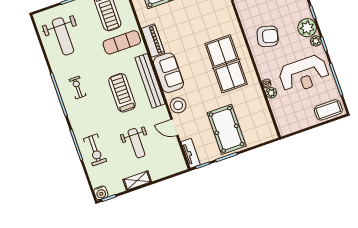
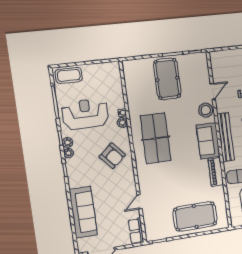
plant: (307, 28) -> (69, 153), width x0.53, depth x0.53
armchair: (268, 36) -> (112, 156), turned -145
plant: (271, 93) -> (122, 122), moved
door: (175, 127) -> (213, 91), hinge flipped
tv unit: (191, 153) -> (203, 65), removed

